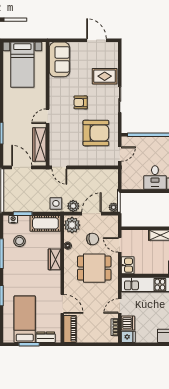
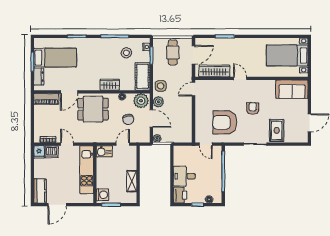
armchair: (96, 133) -> (225, 122), turned 90
cafe table: (19, 190) -> (173, 52), added
dining table: (94, 268) -> (93, 109), moved, turned 90

